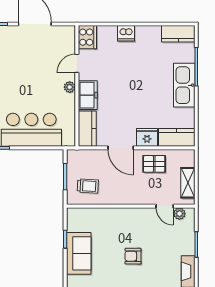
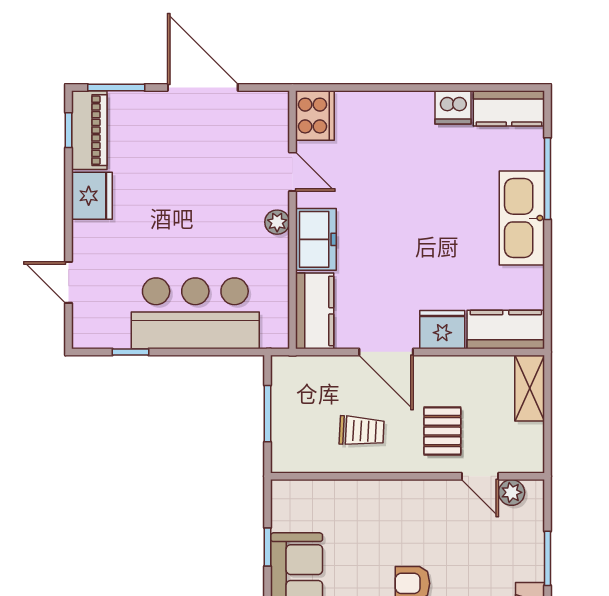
dishwasher: (126, 33) -> (453, 107), moved
door: (77, 63) -> (292, 172), swing flipped
pallet: (154, 164) -> (442, 431), moved, turned 90
shelving: (188, 183) -> (530, 388), moved
trolley: (88, 186) -> (362, 431), moved

